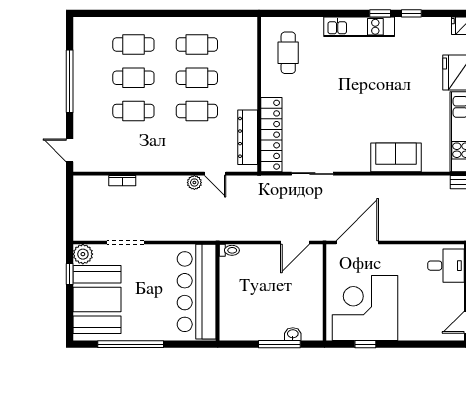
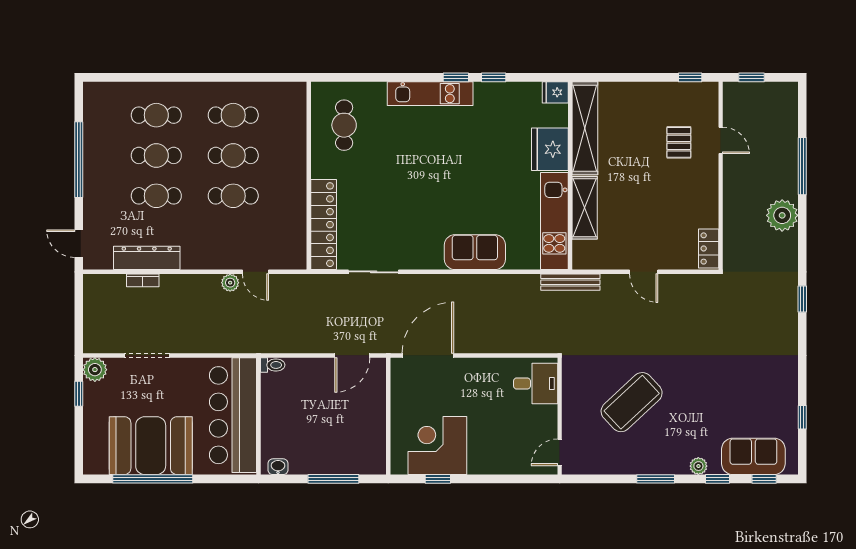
dresser: (248, 137) -> (147, 258), moved, turned 90
booth: (97, 300) -> (151, 446), moved, turned 90
corner desk: (365, 308) -> (437, 446), width x0.74, depth x0.74
washbasin: (293, 334) -> (278, 467), moved

